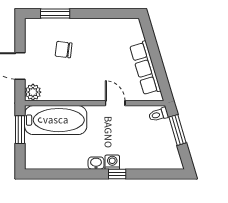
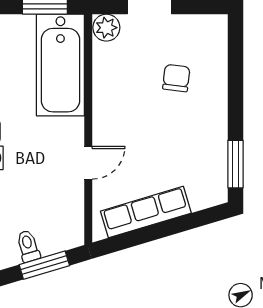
window: (55, 14) -> (235, 164), moved
toilet: (158, 115) -> (28, 246), moved

